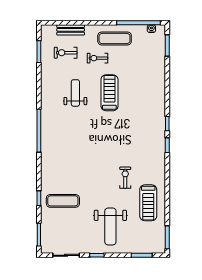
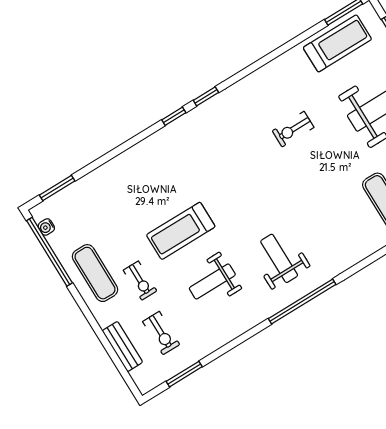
weight bench: (67, 132) -> (279, 258), added
treadmill: (148, 203) -> (337, 43), moved

